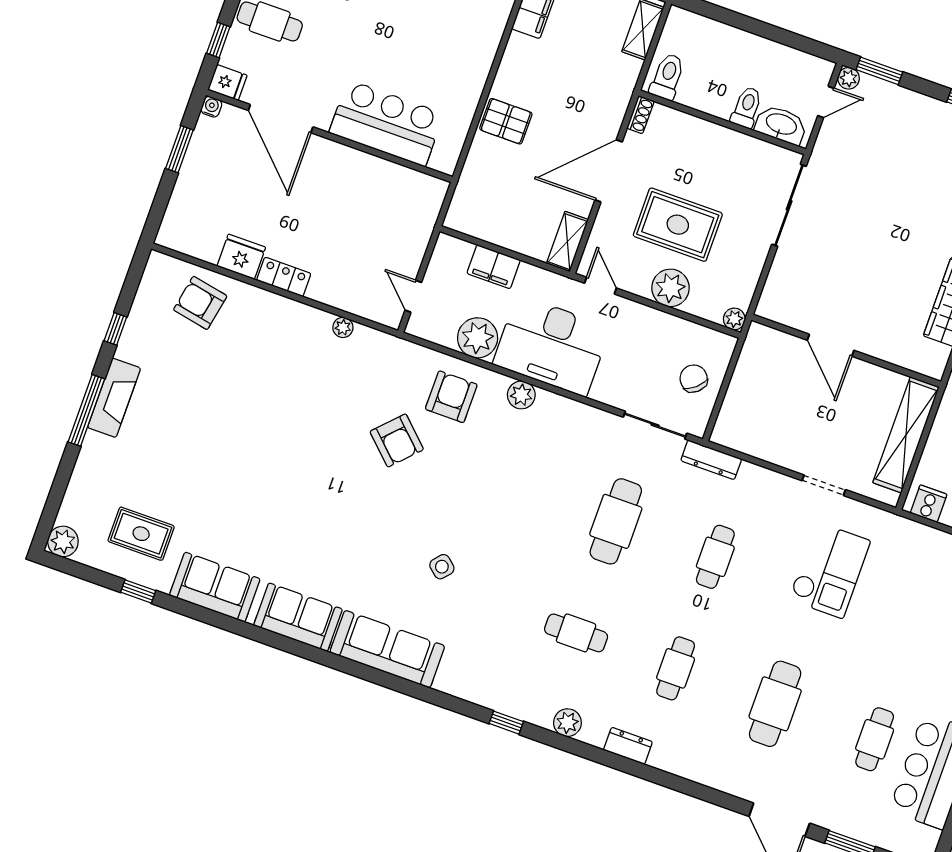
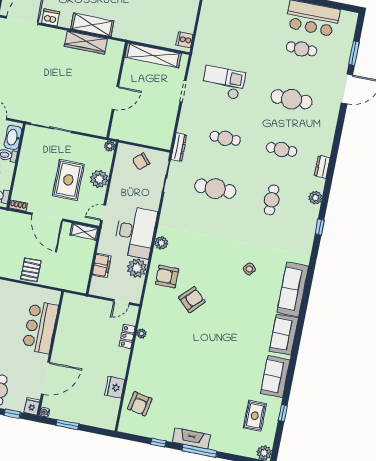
locker: (284, 277) -> (127, 336), moved

